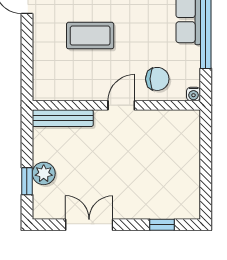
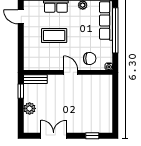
door: (121, 105) -> (71, 72), hinge flipped
bench: (63, 118) -> (35, 79), width x0.73
window: (27, 181) -> (21, 91), moved

